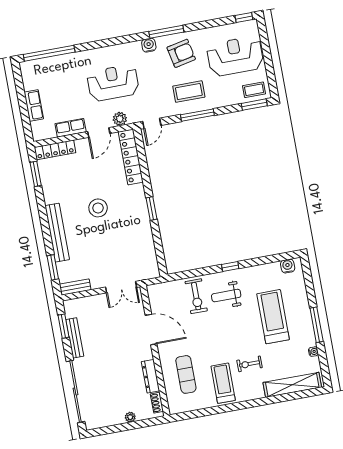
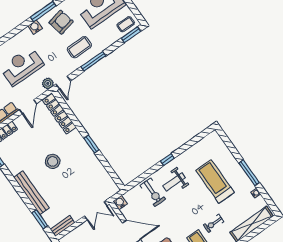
plant: (120, 119) -> (48, 83), moved
water cooler: (288, 266) -> (120, 203), moved

